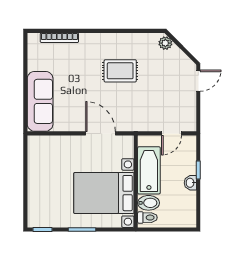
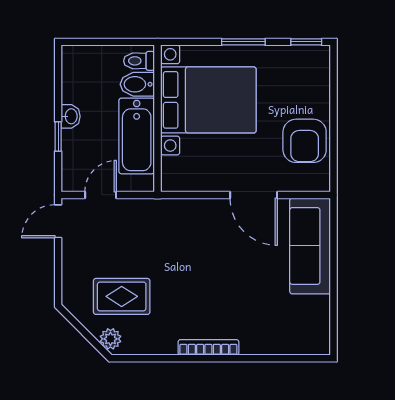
bookcase: (59, 38) -> (208, 347), moved
rug: (120, 71) -> (122, 296), moved
door: (198, 81) -> (58, 221), moved
door: (101, 133) -> (254, 195), moved
armchair: (44, 167) -> (305, 141), added

